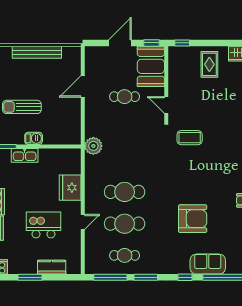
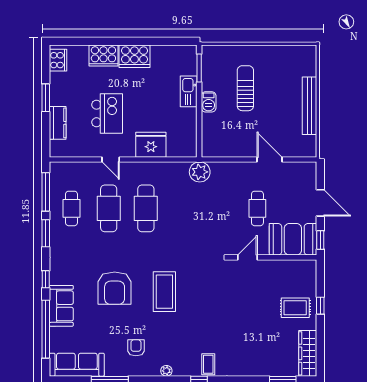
window: (182, 43) -> (320, 306), moved
coffee table: (190, 138) -> (164, 292), moved, width x1.36, depth x1.32

